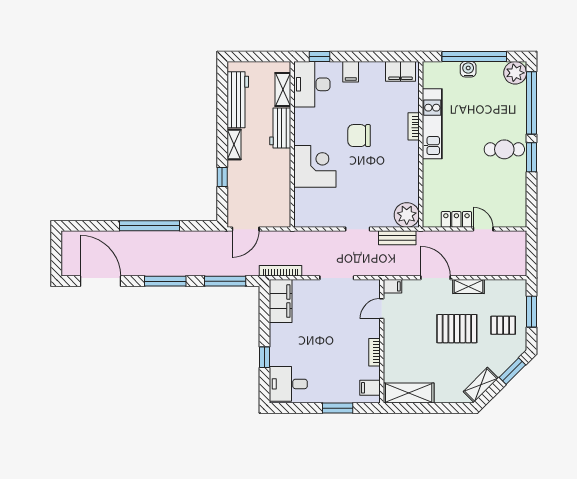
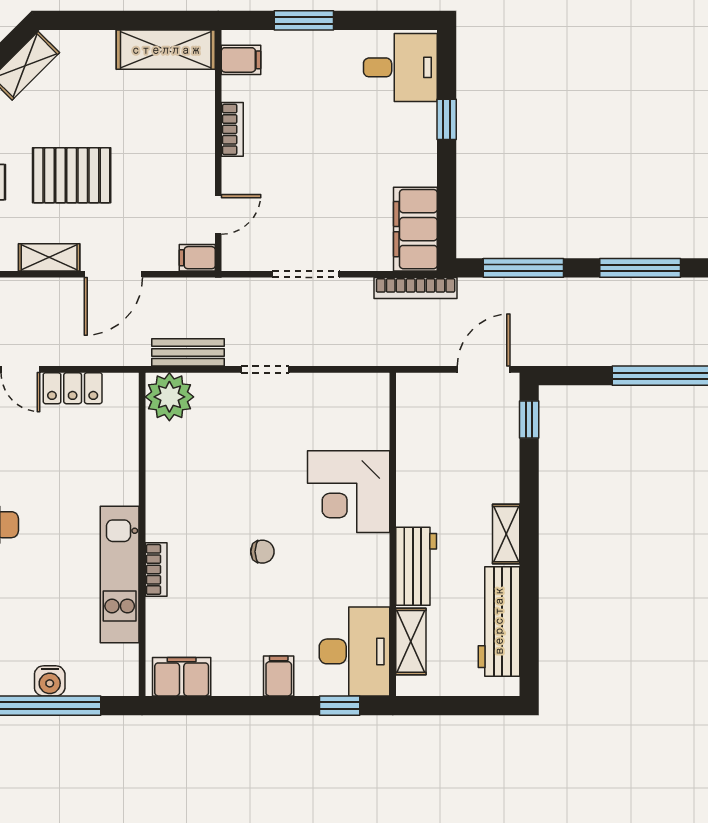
chair: (359, 136) -> (262, 552), width x0.54, depth x0.54
window: (222, 177) -> (529, 420), moved
door: (436, 278) -> (113, 274), hinge flipped

